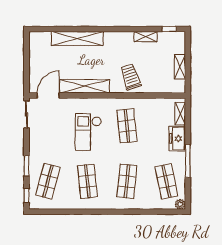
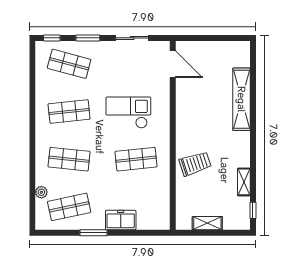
shelving: (85, 86) -> (184, 108), removed
sliding door: (26, 114) -> (132, 38), moved
shelving: (180, 114) -> (151, 224), removed
window: (188, 161) -> (93, 233), width x0.69
plant: (180, 204) -> (41, 192), moved

